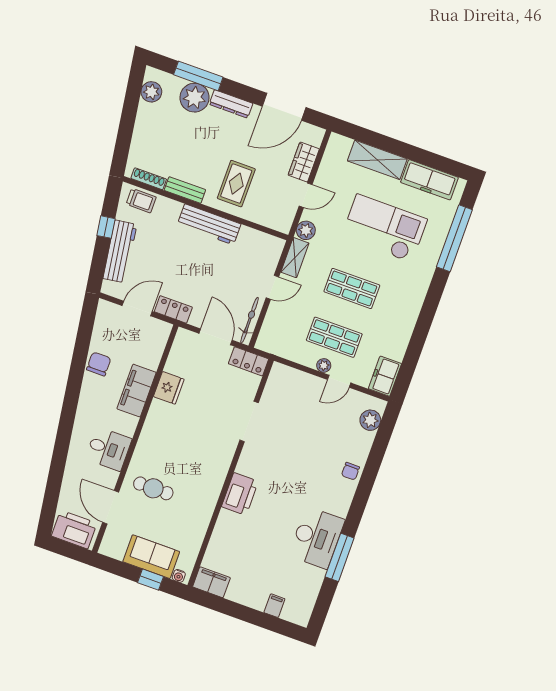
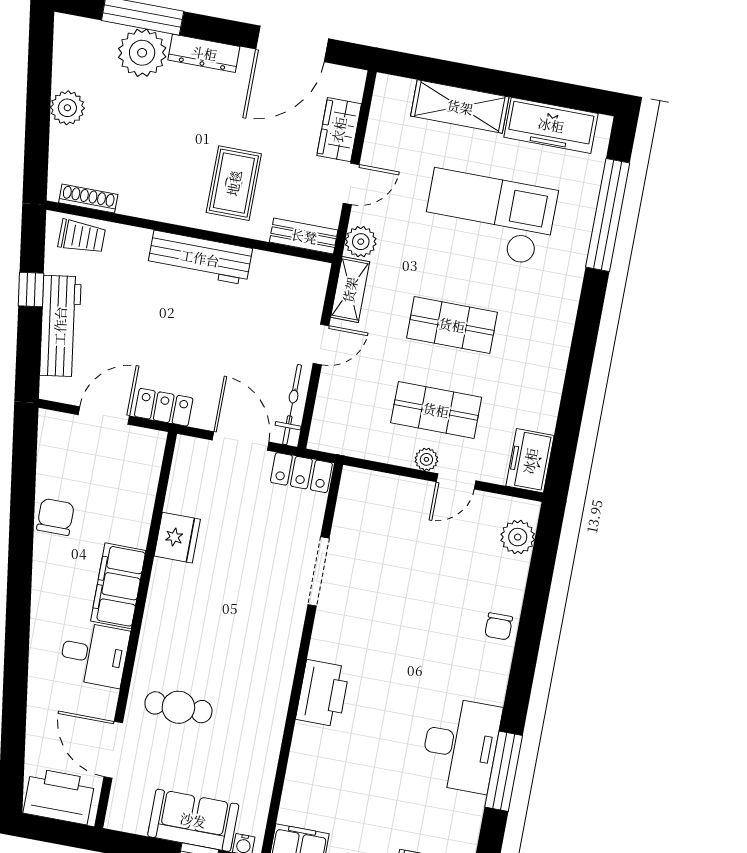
plant: (151, 92) -> (67, 108), moved
bench: (185, 190) -> (304, 236), moved
filing cabinet: (137, 391) -> (118, 586), moved

